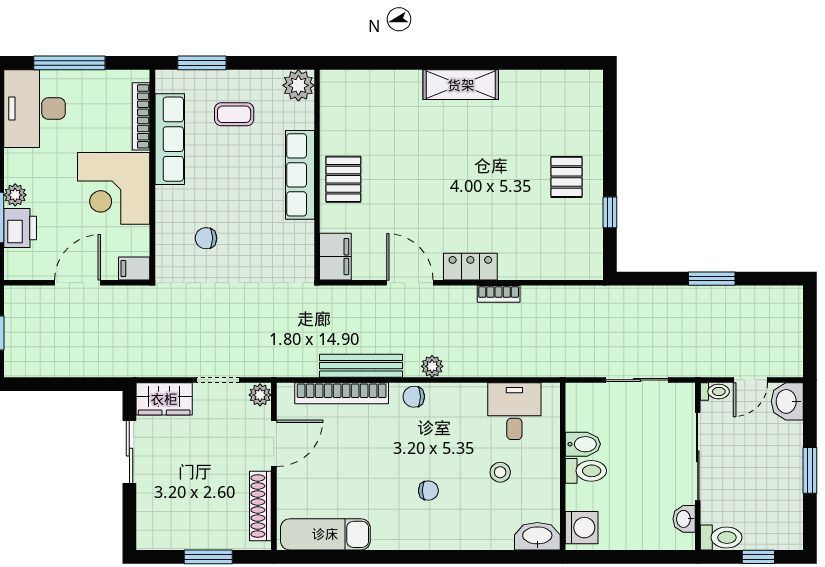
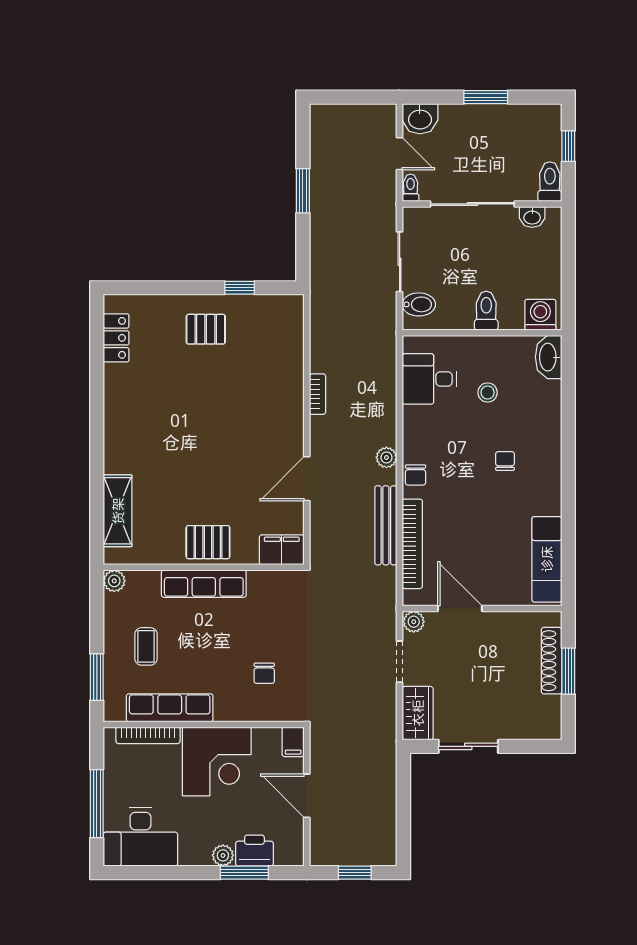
plant: (298, 85) -> (114, 581), width x0.73, depth x0.73
shelving: (461, 85) -> (118, 511), moved
locker: (470, 267) -> (116, 338), moved, turned 180
bidet: (583, 444) -> (419, 304), moved, turned 90
shoe rack: (260, 506) -> (552, 661), moved, turned 90

